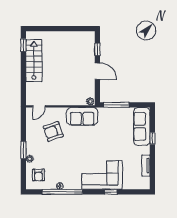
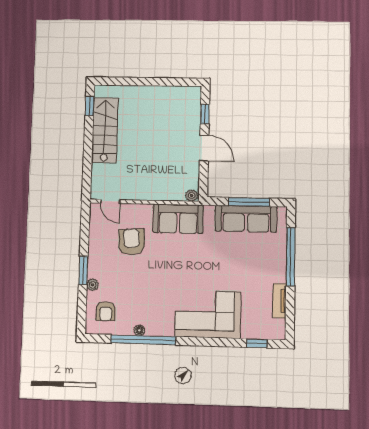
window: (116, 105) -> (249, 202), moved
door: (39, 106) -> (110, 201), hinge flipped
sofa: (142, 126) -> (246, 219), moved, turned -90
armchair: (53, 131) -> (132, 242), turned 106
window: (152, 138) -> (291, 257), width x3.17
window: (111, 192) -> (257, 343), moved

